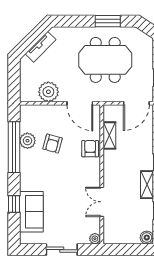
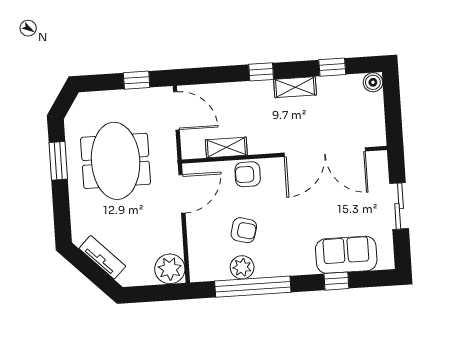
plant: (48, 92) -> (170, 269), moved
double door: (102, 202) -> (325, 152), width x1.87
plant: (95, 239) -> (380, 159), removed

